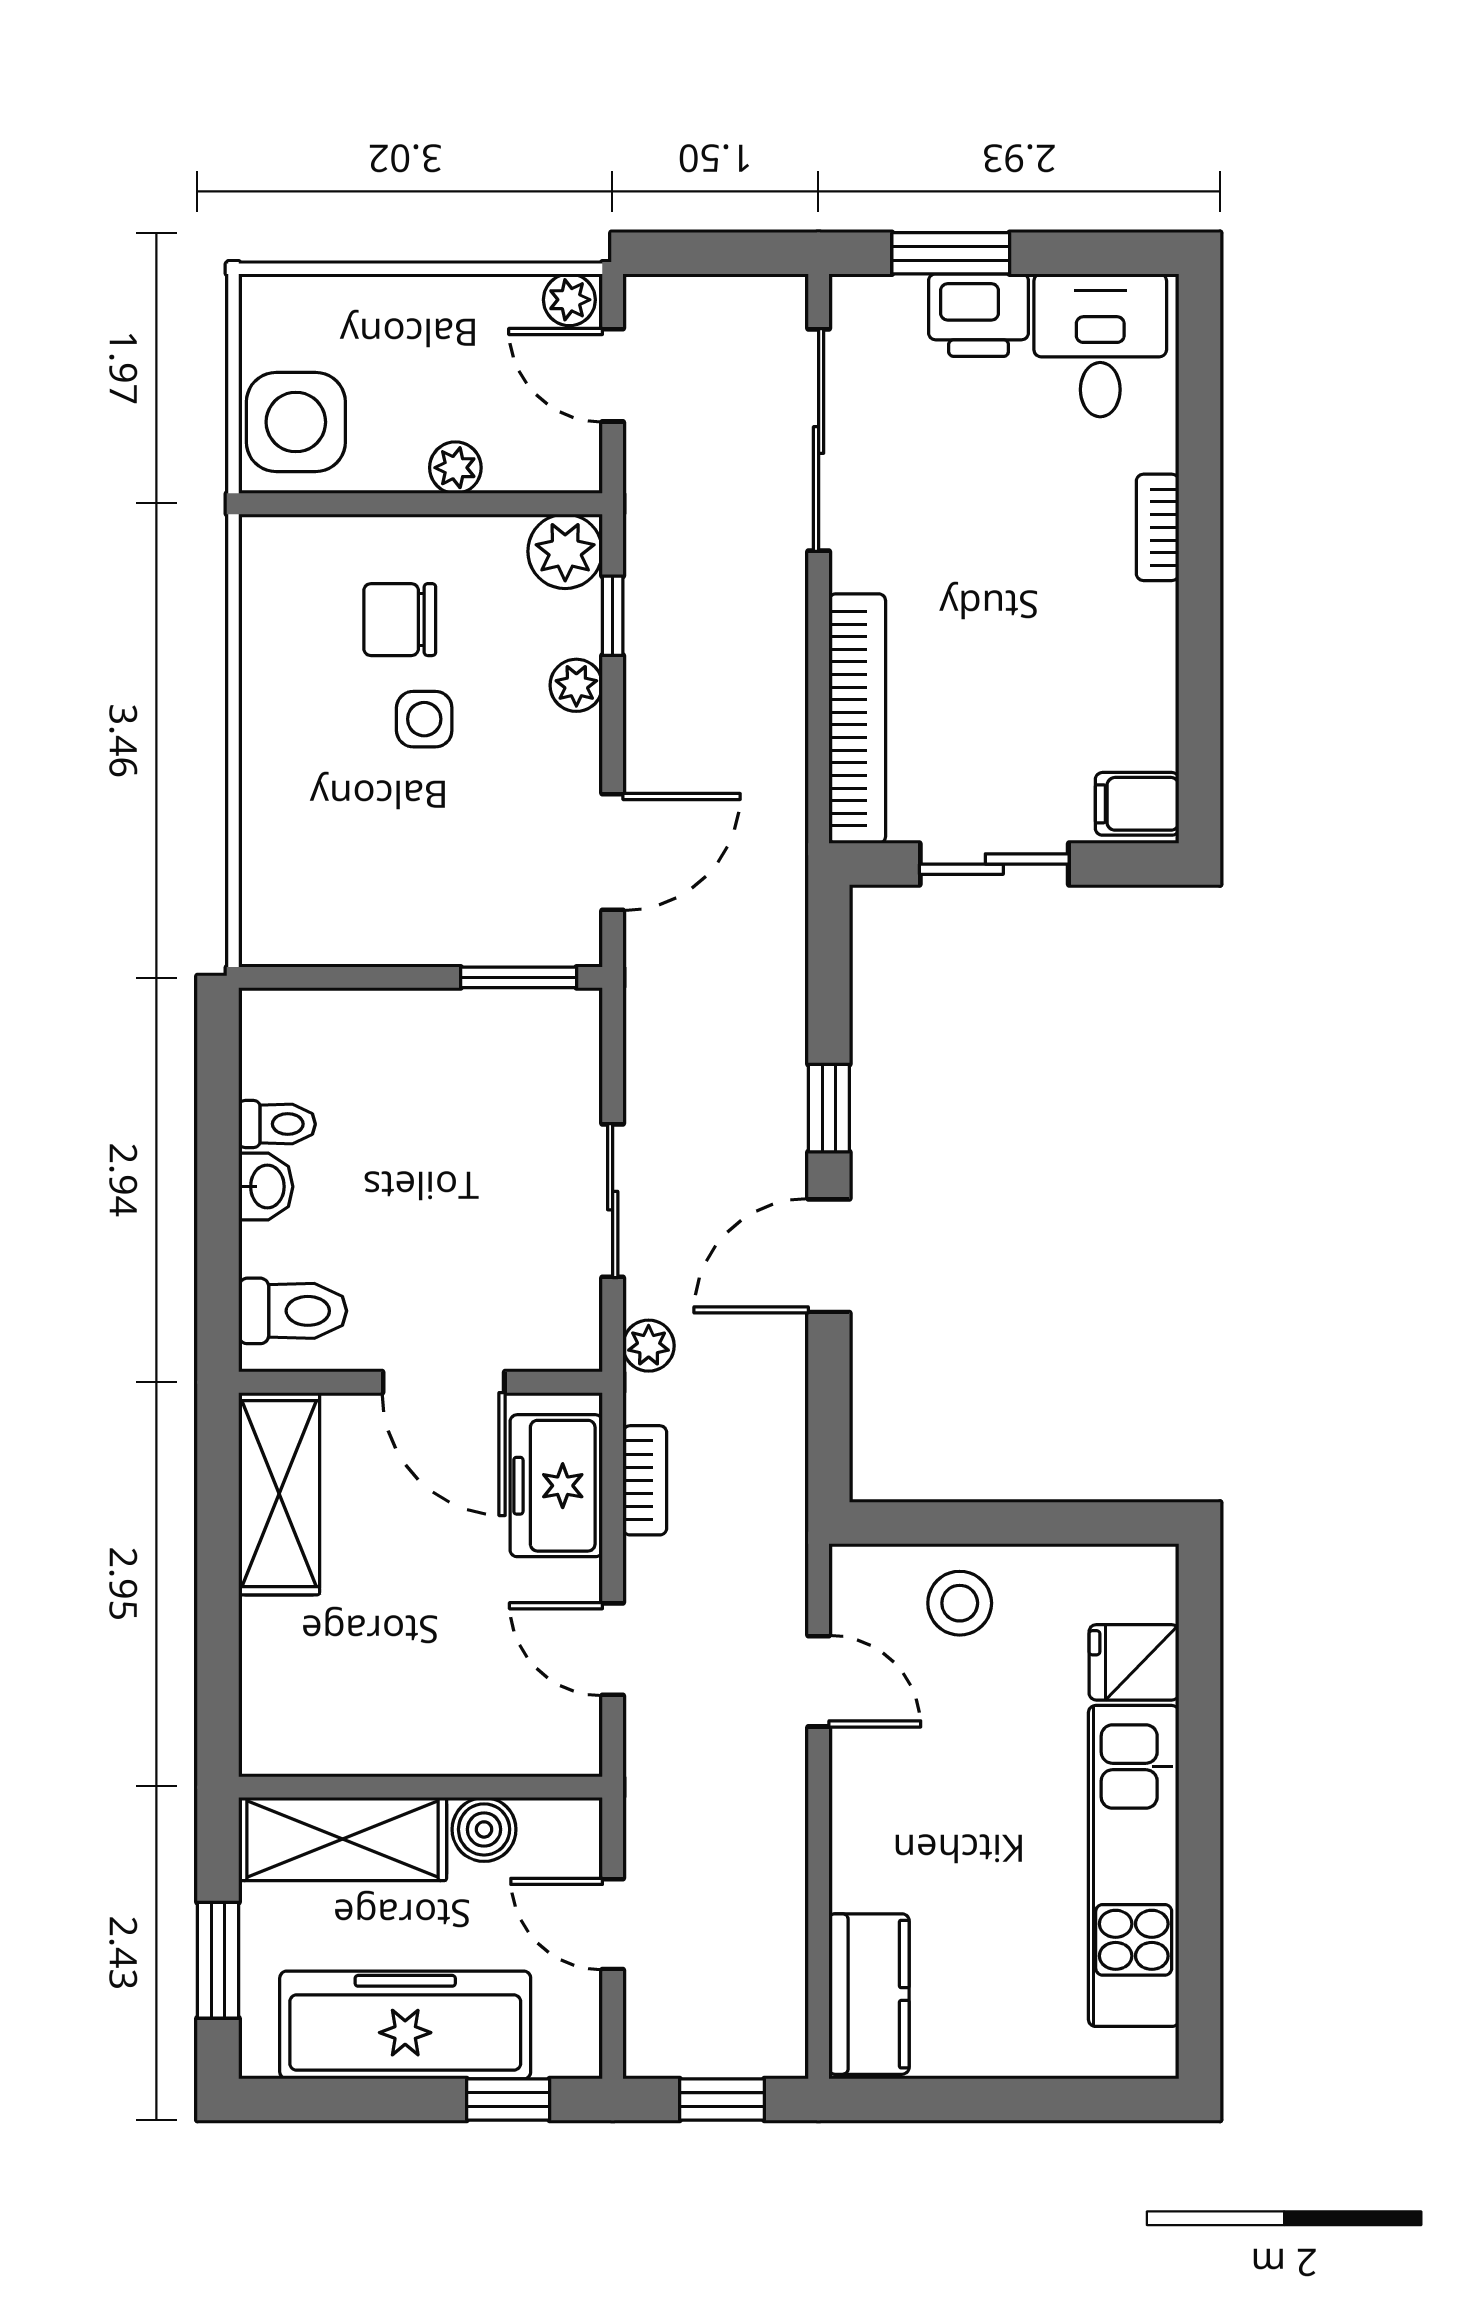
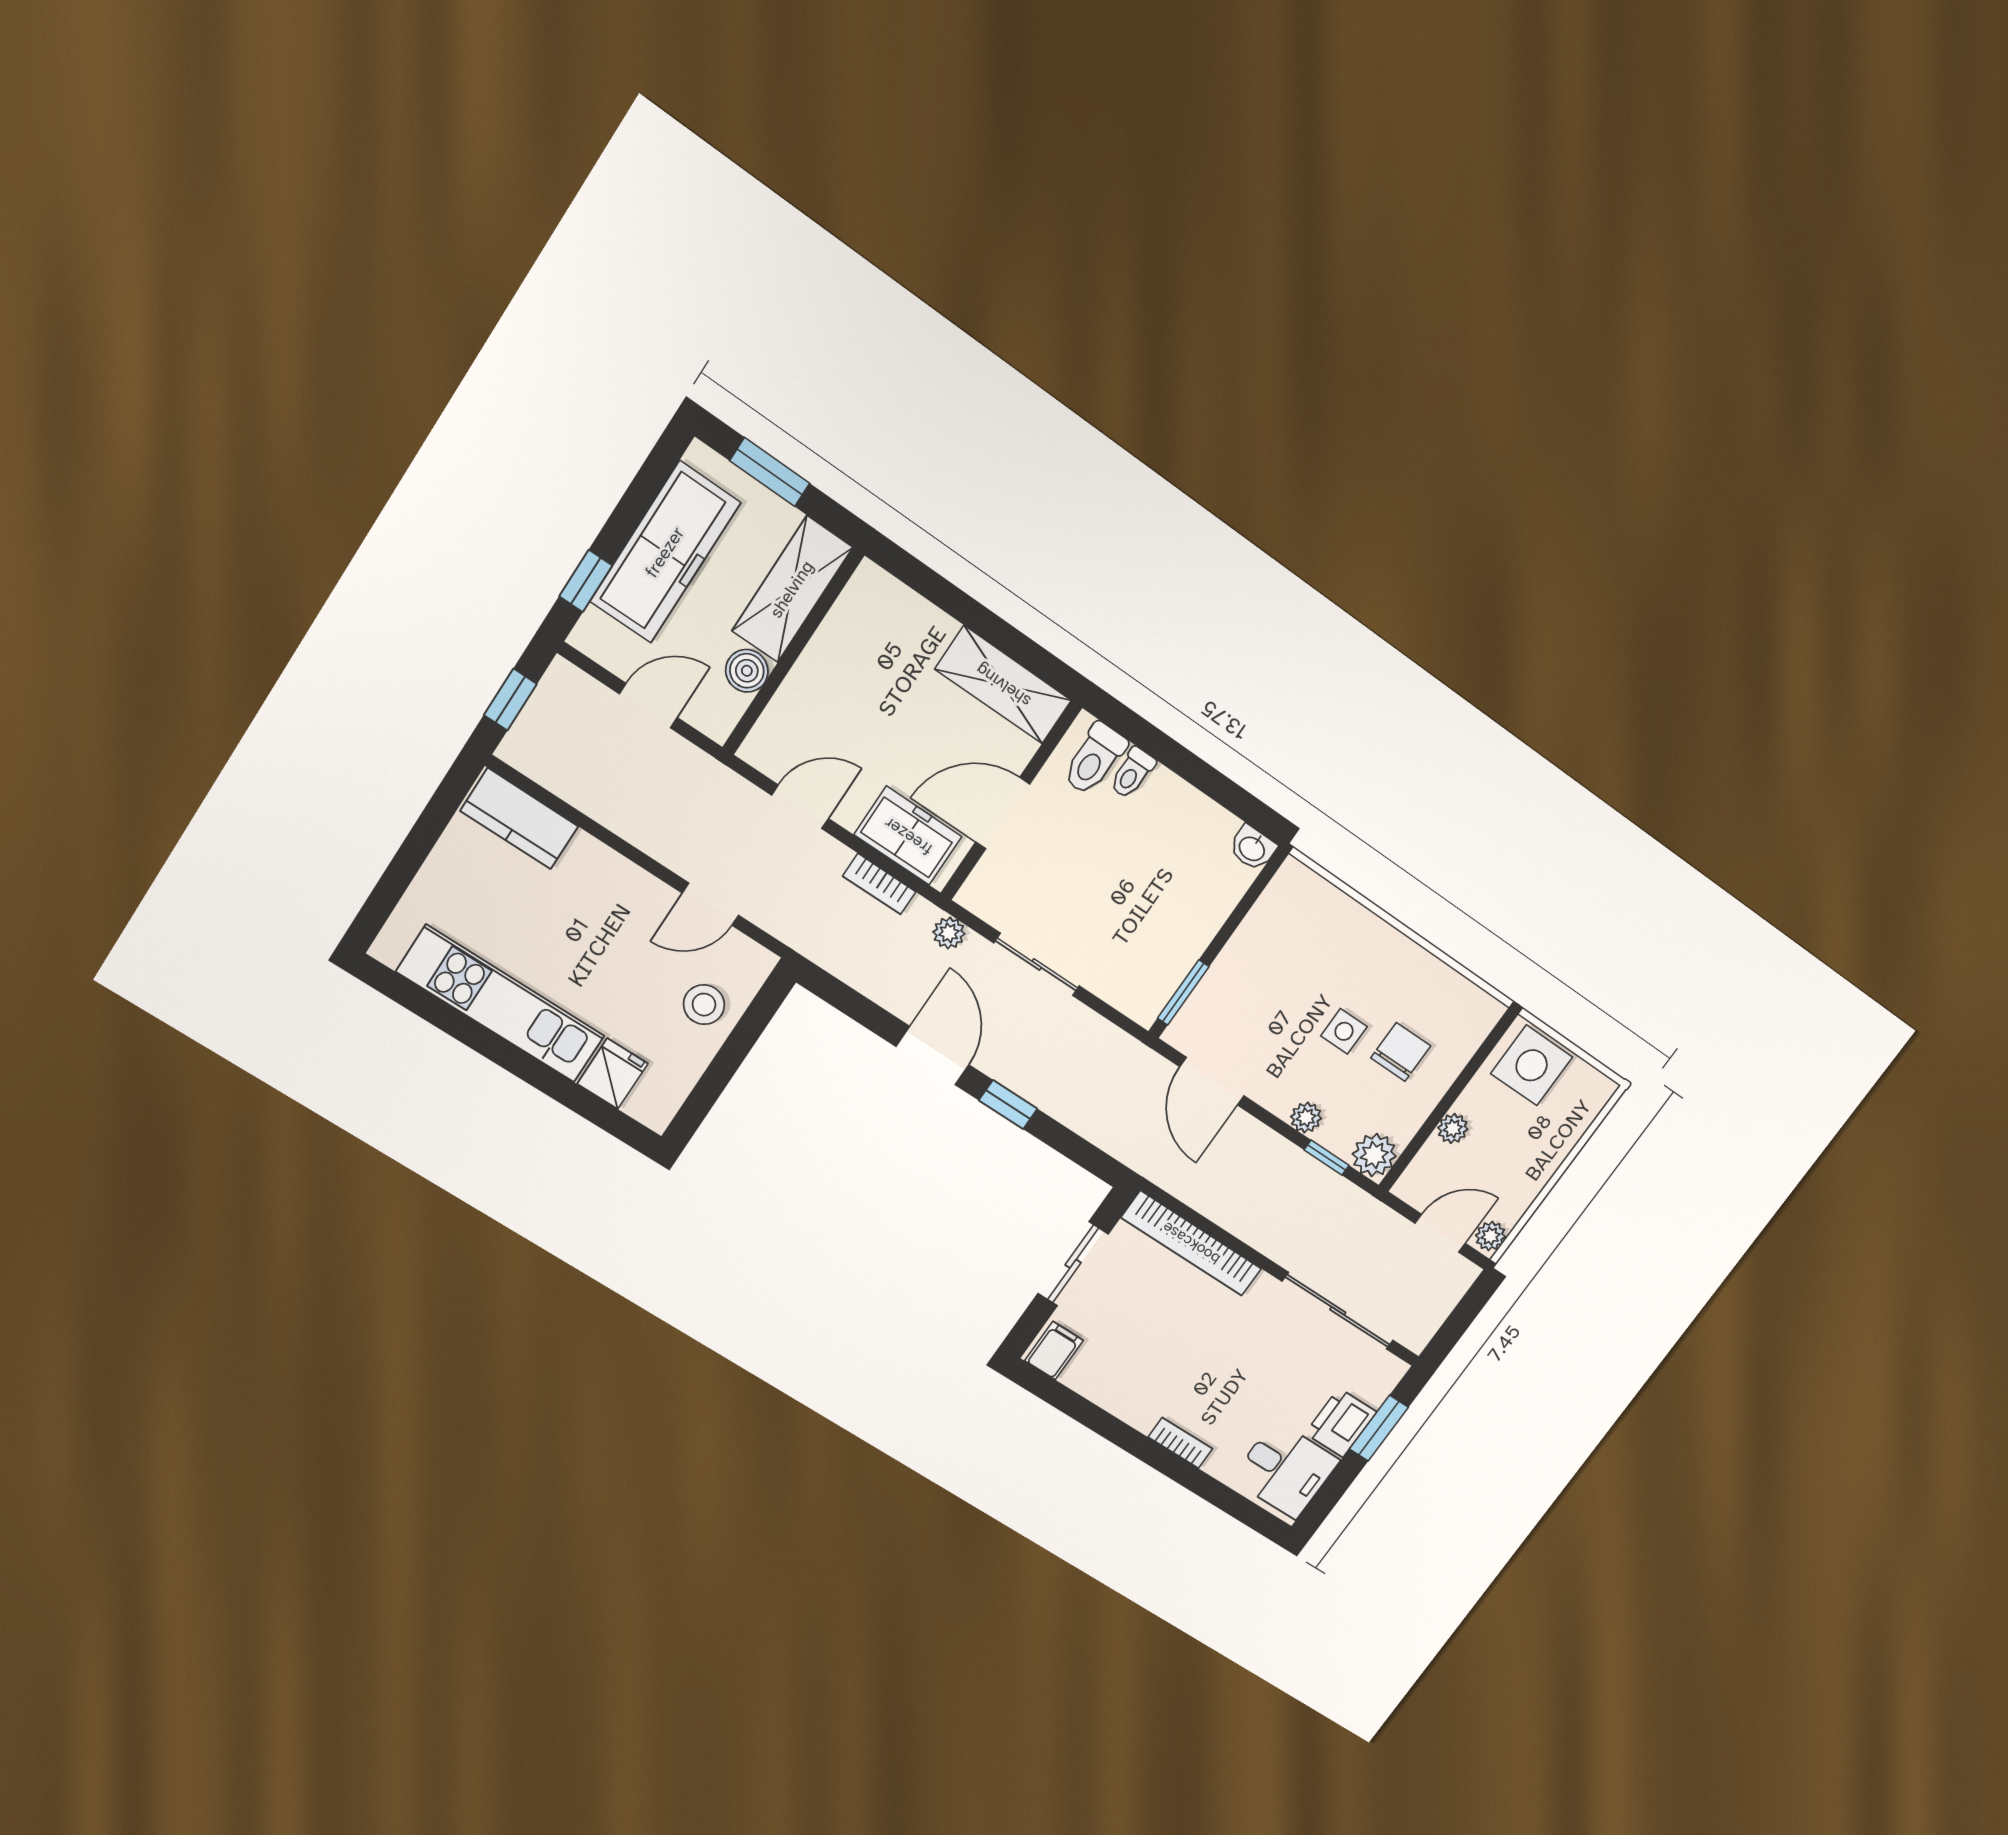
toilet: (277, 1124) -> (1132, 773), moved
washbasin: (266, 1187) -> (1252, 848), moved

